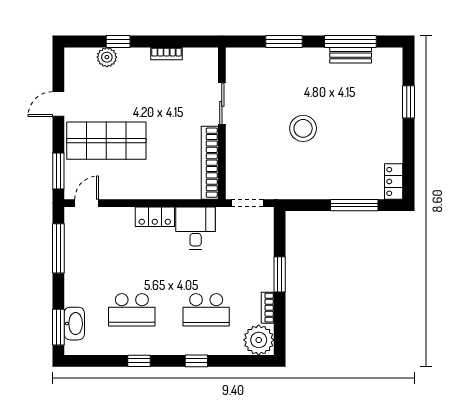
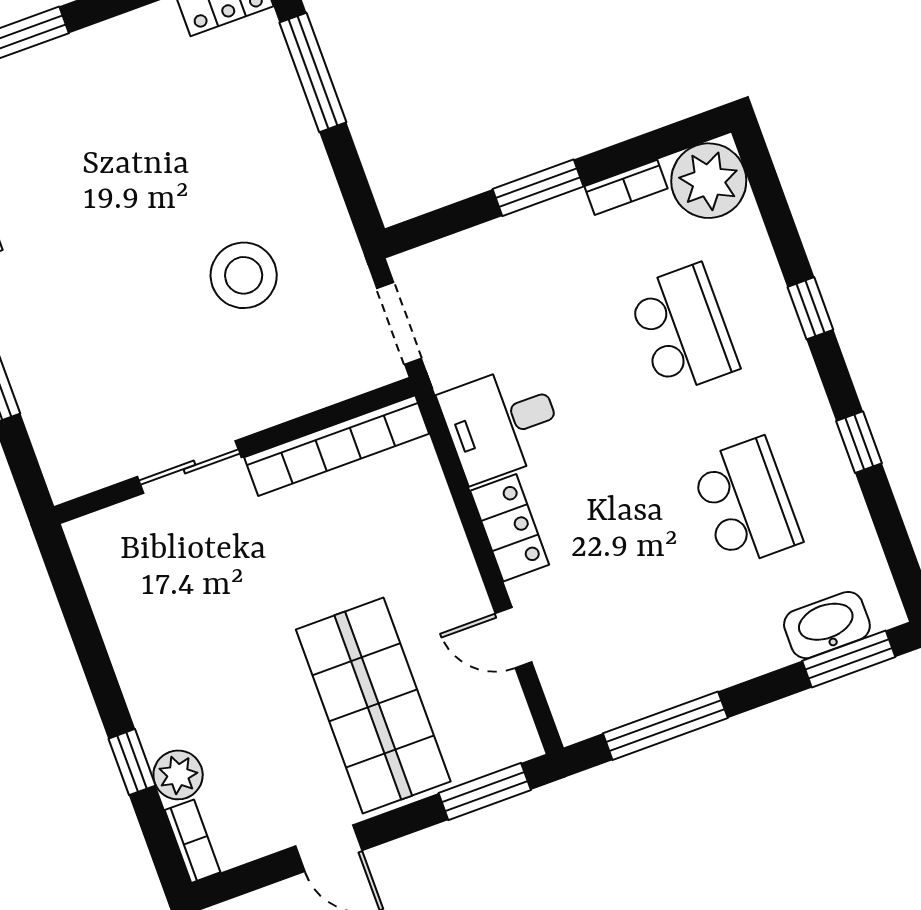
bookcase: (167, 54) -> (193, 841), moved
stool: (303, 128) -> (244, 275), moved
door: (87, 203) -> (514, 638), moved

